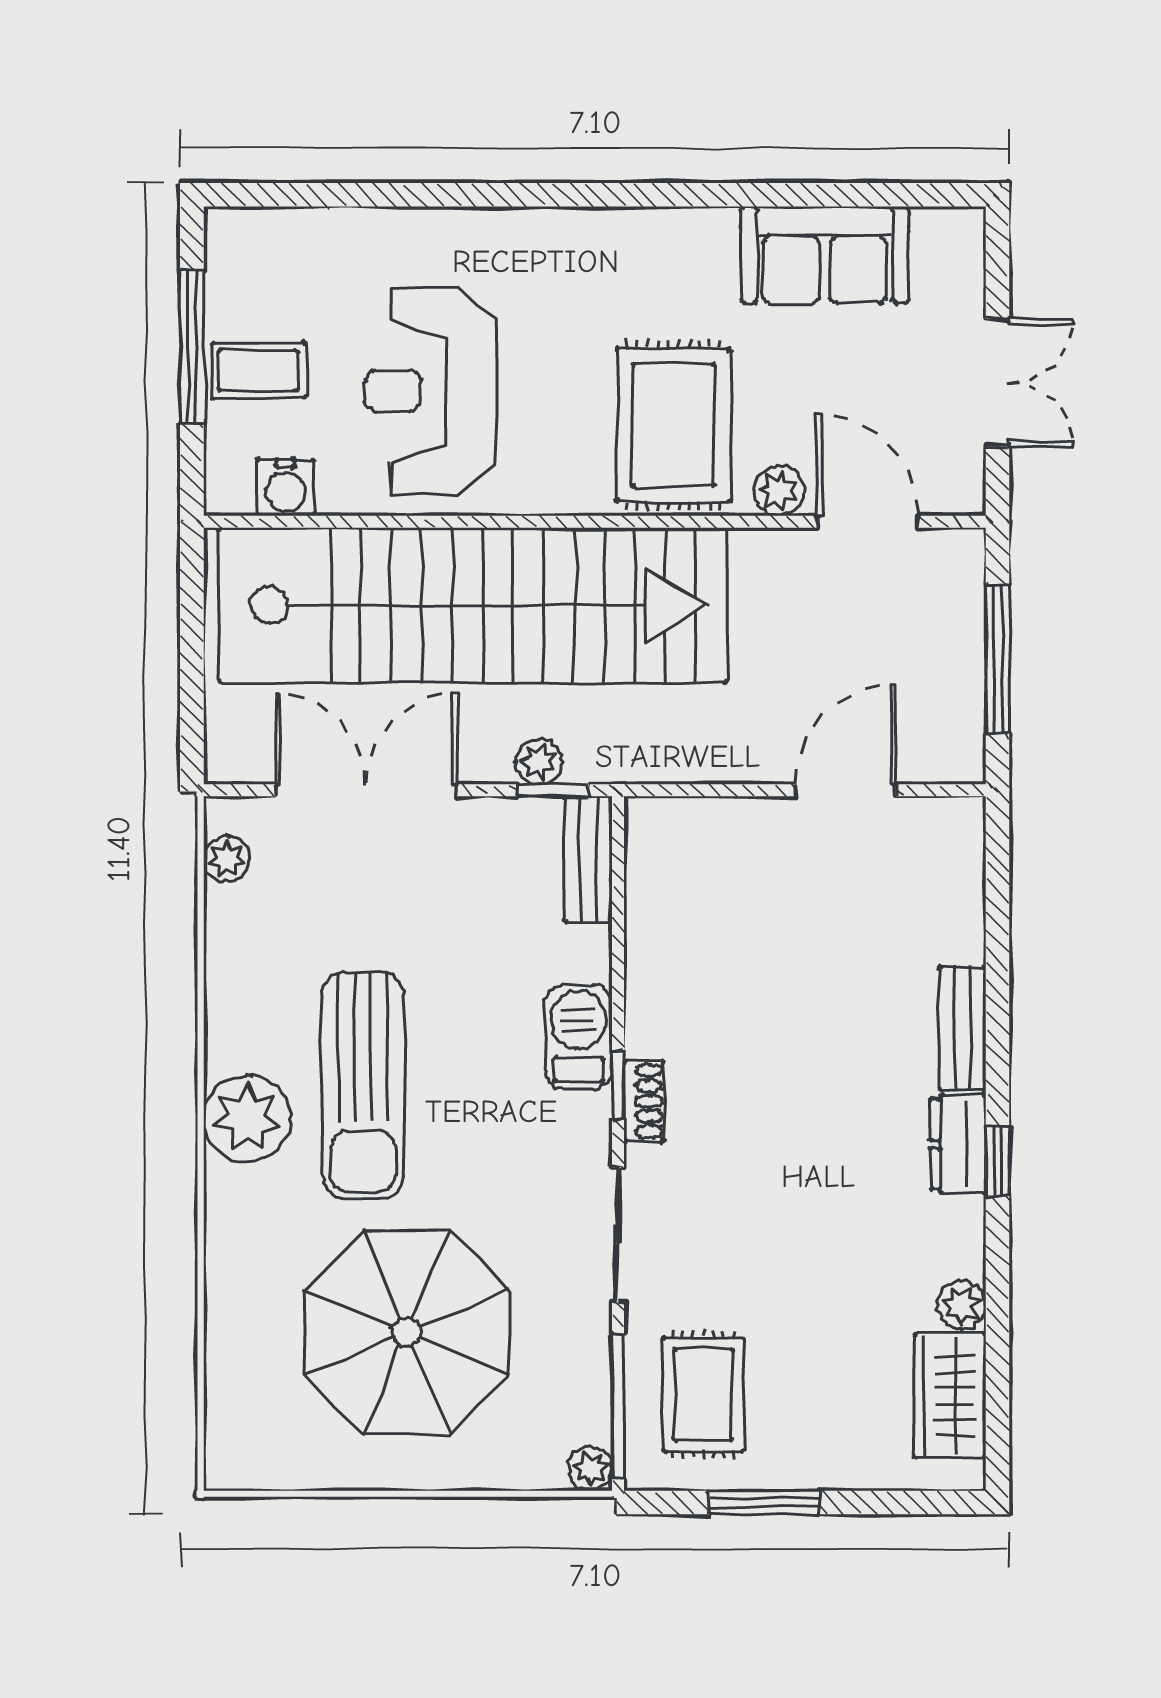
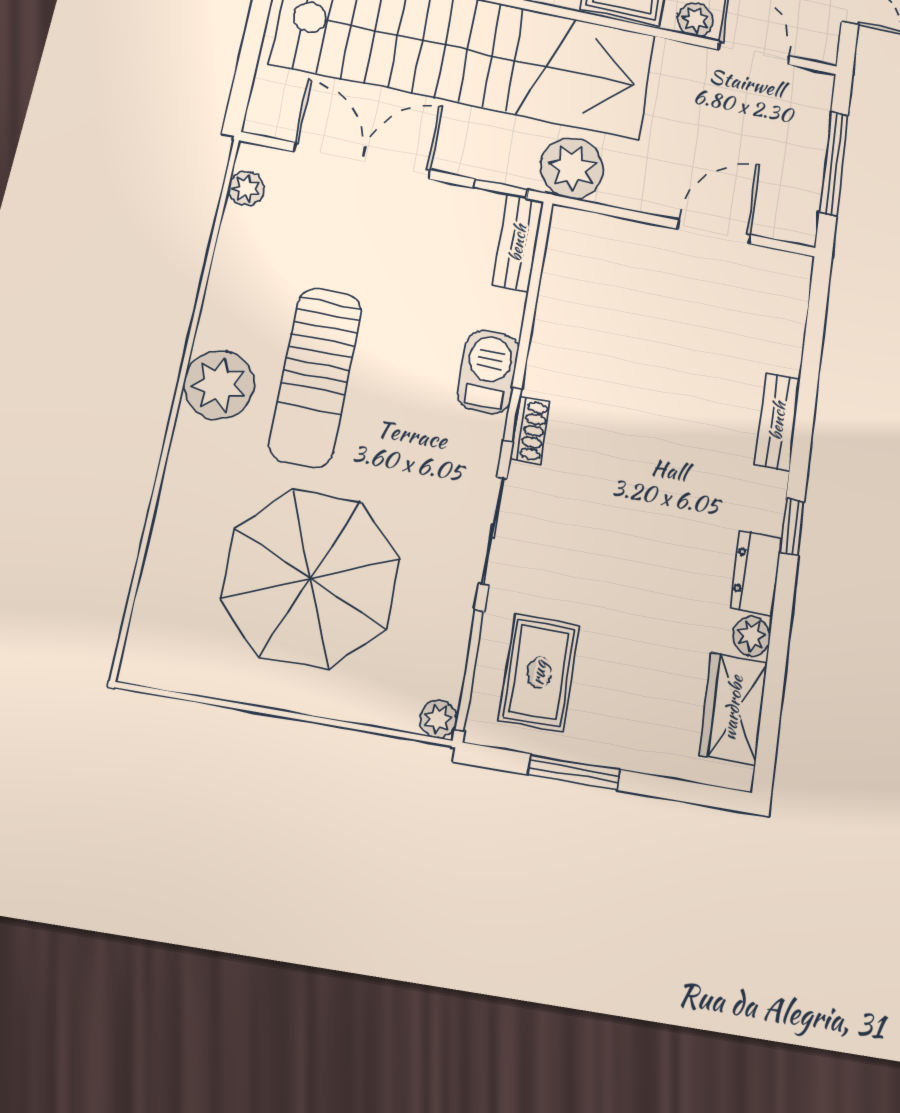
plant: (539, 762) -> (572, 168), moved, width x1.88, depth x1.88
dresser: (958, 1144) -> (756, 573), moved

